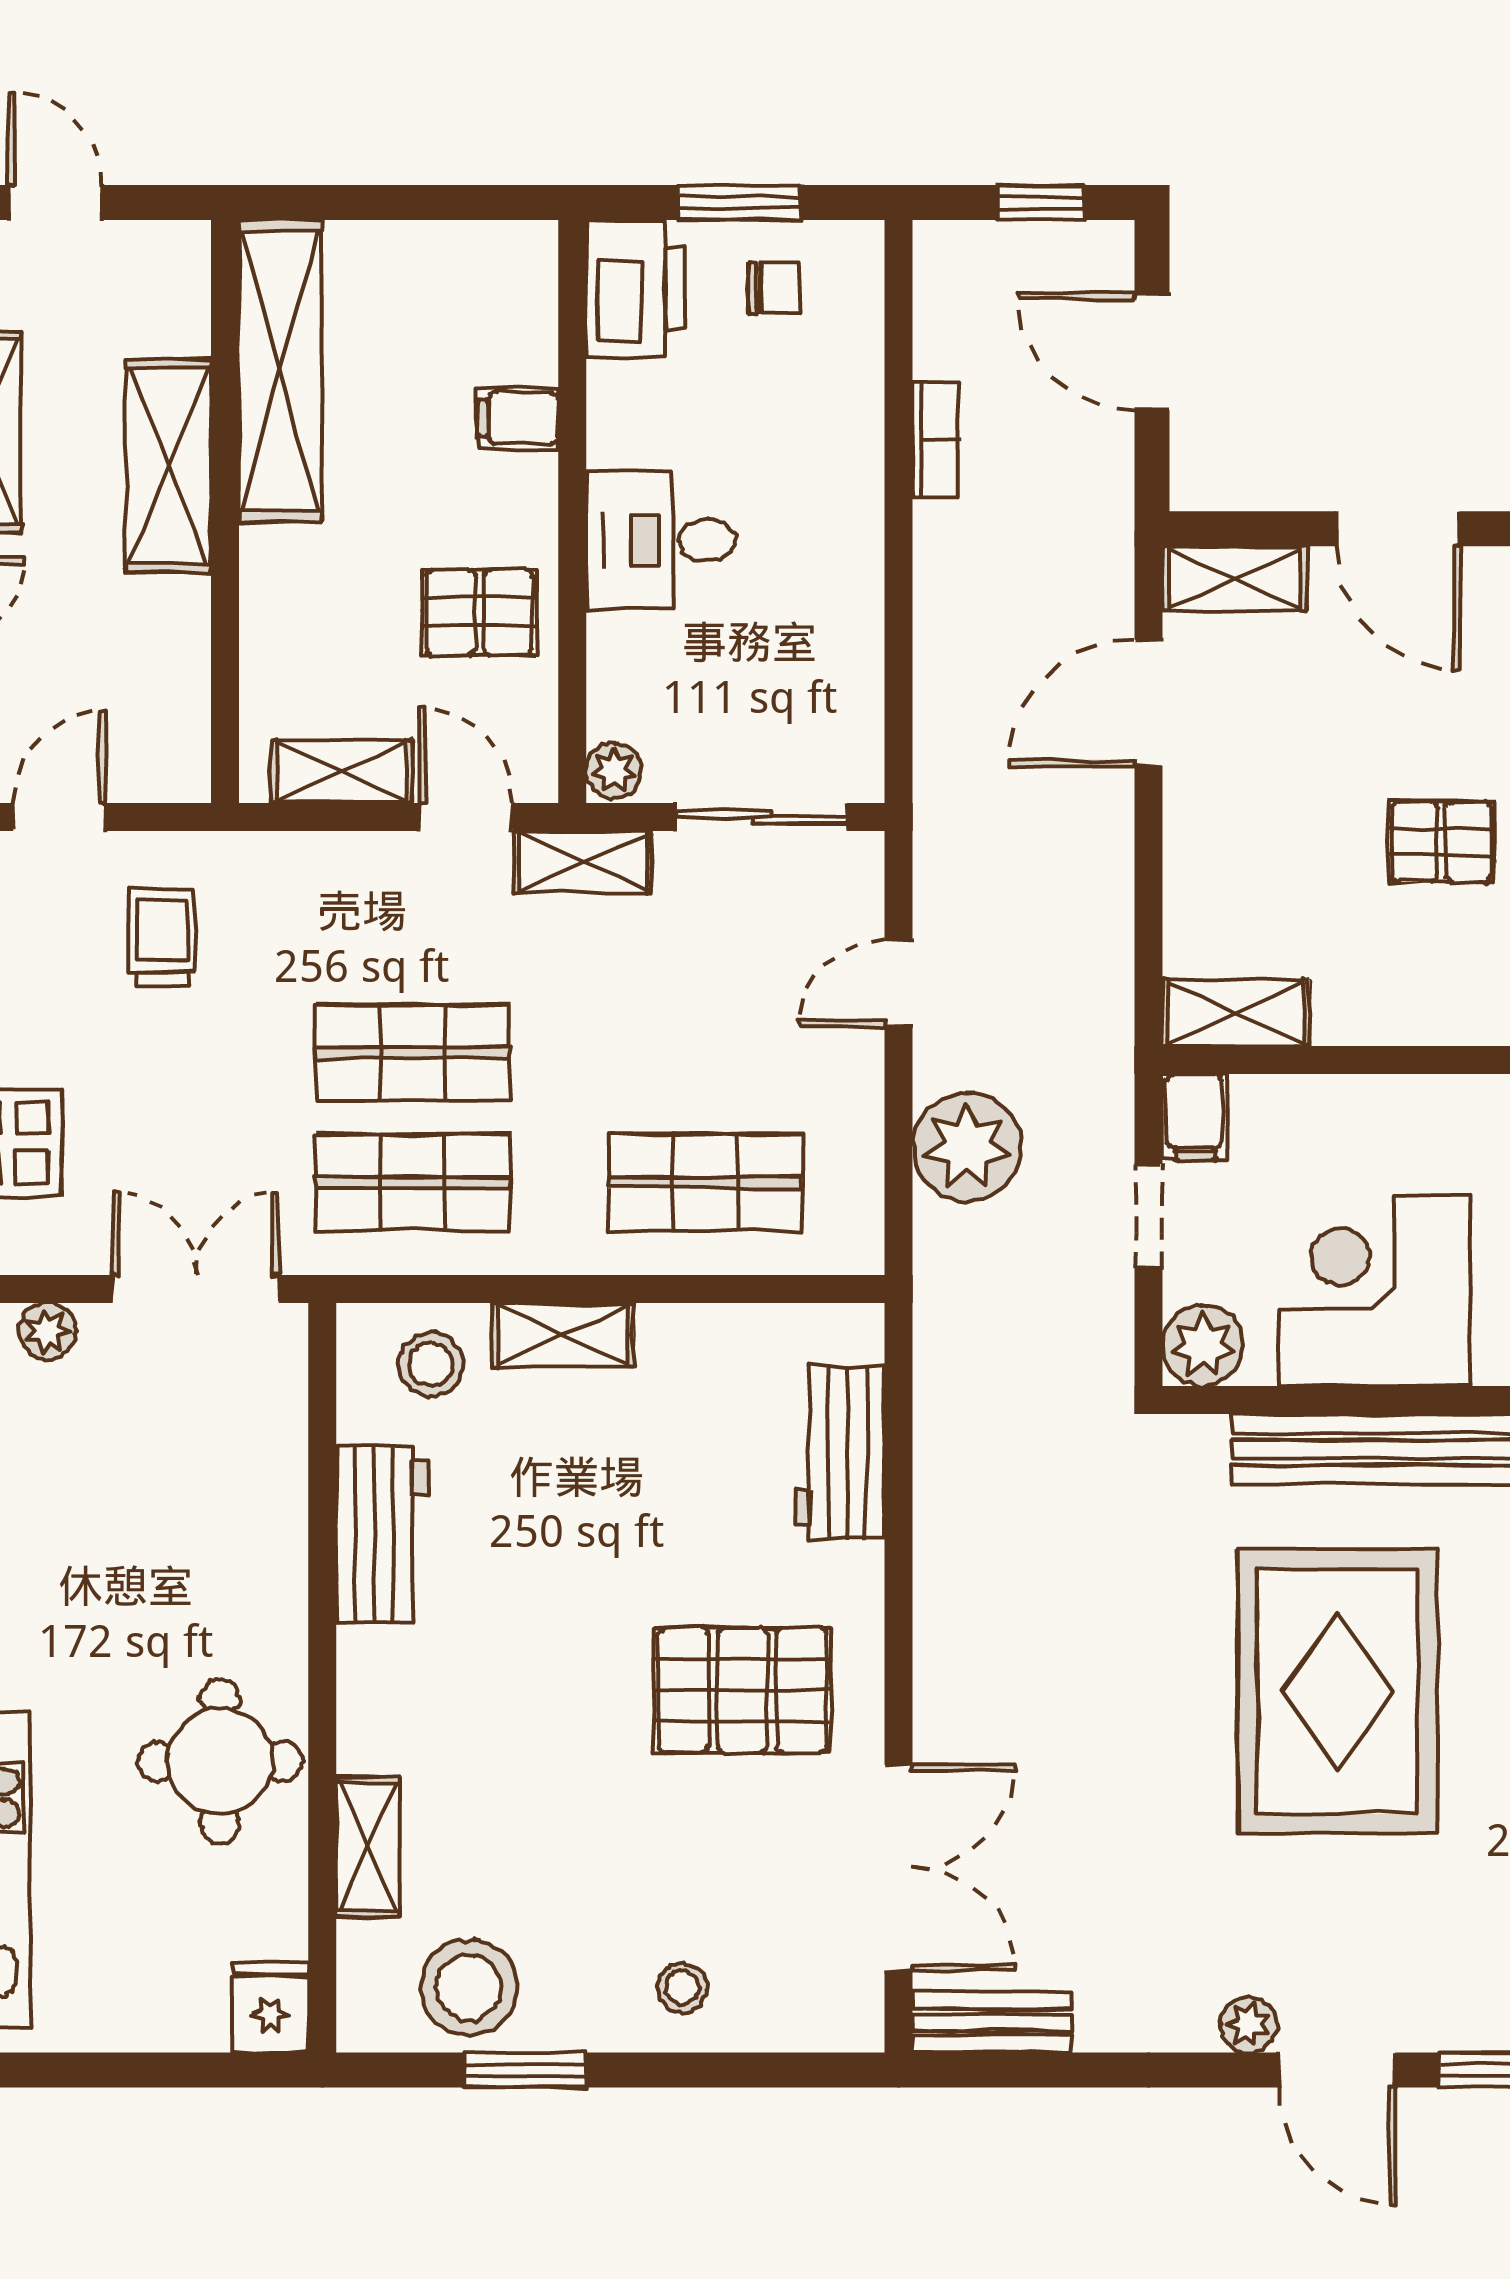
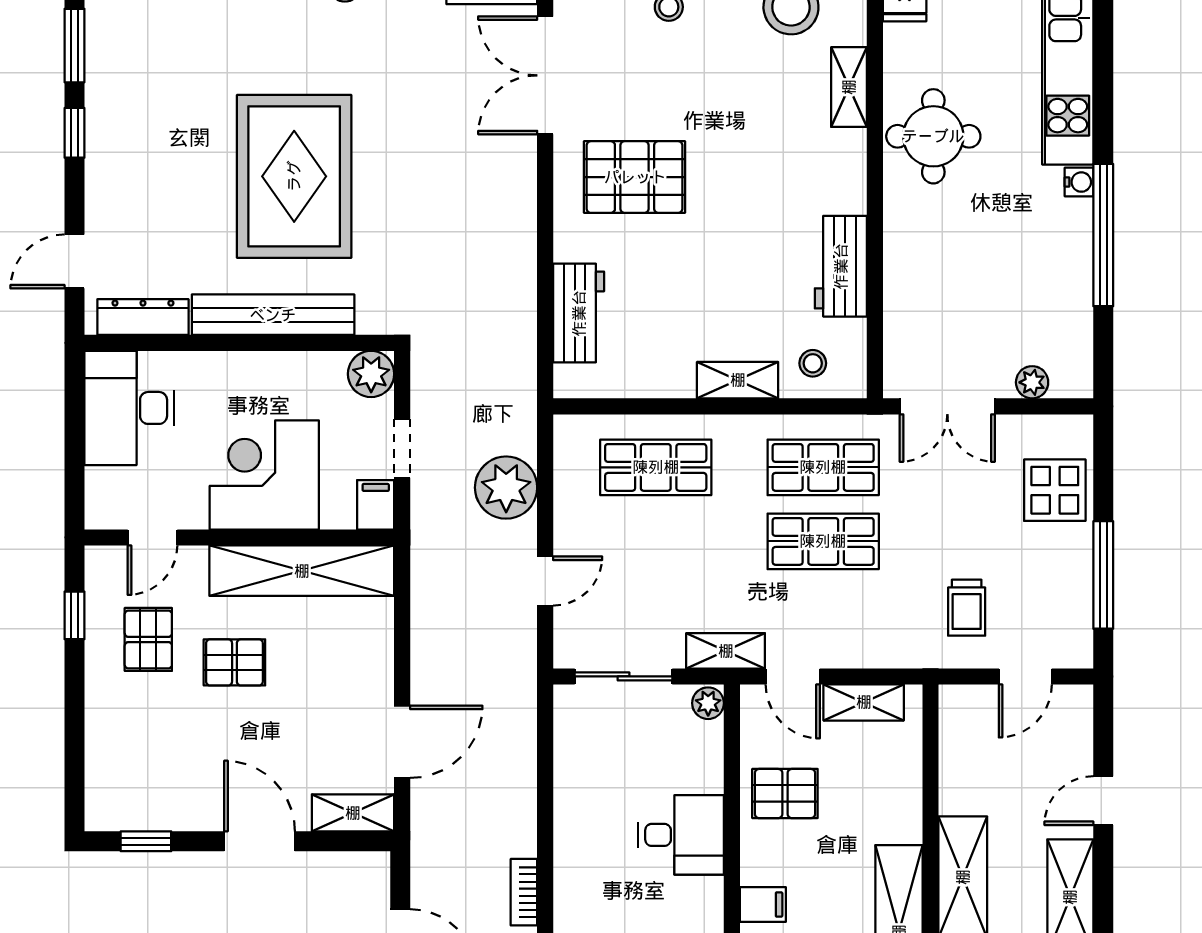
shelving: (1236, 1013) -> (302, 571), width x2.20, depth x1.33
corner desk: (1375, 1291) -> (264, 475), moved, turned 180
stool: (431, 1364) -> (813, 363), width x0.73, depth x0.73

